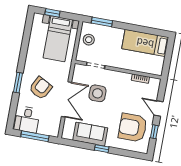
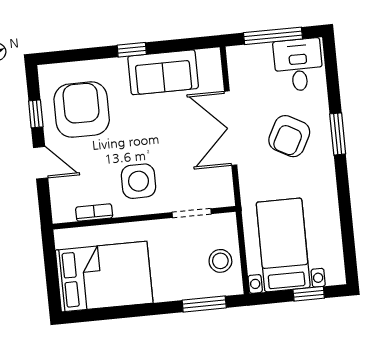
bed: (145, 43) -> (104, 277), width x1.50
side table: (97, 93) -> (138, 181), moved
armchair: (133, 128) -> (82, 110), turned -90

